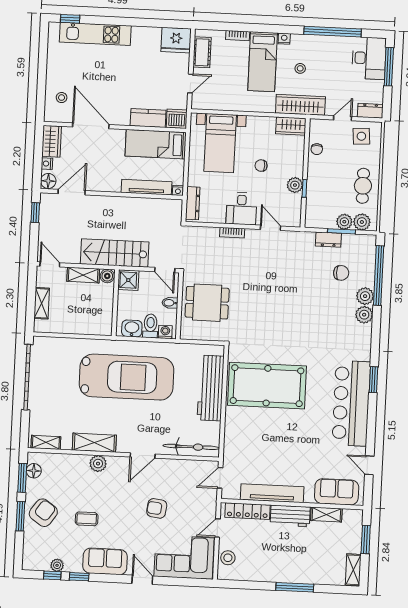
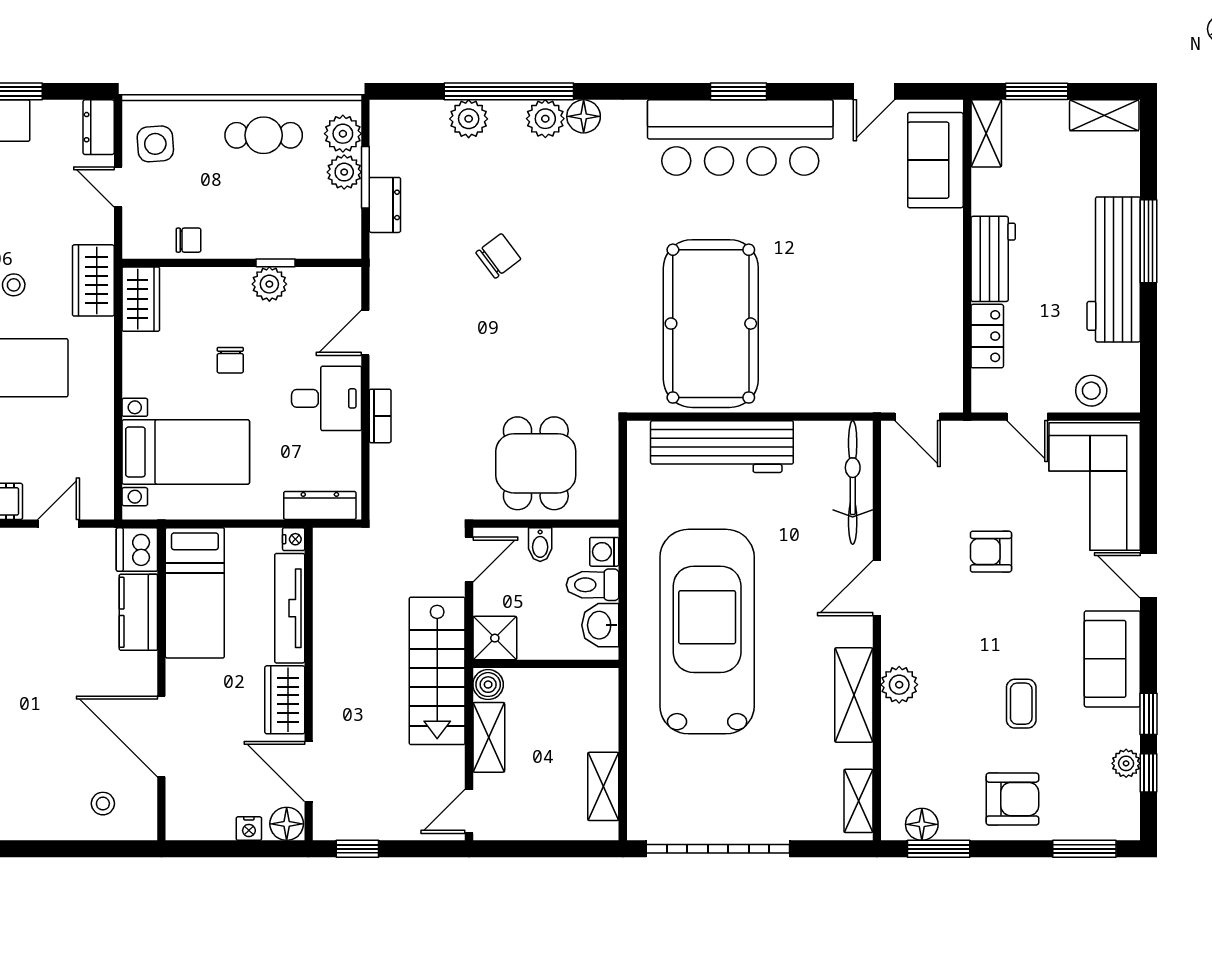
door: (190, 83) -> (58, 524), hinge flipped
wardrobe: (300, 105) -> (93, 280), width x0.67
door: (91, 126) -> (161, 737), hinge flipped
wardrobe: (52, 141) -> (285, 700), moved, turned -90
chair: (341, 273) -> (498, 256), moved, turned 53
window: (379, 276) -> (509, 91), moved
plant: (365, 296) -> (469, 119), moved
shelving: (42, 303) -> (603, 786), moved, turned 90
floor lamp: (364, 332) -> (584, 116), added
window: (374, 380) -> (738, 91), moved
door: (143, 455) -> (877, 588), swing flipped
tv unit: (272, 493) -> (945, 301), removed
armchair: (157, 508) -> (991, 552), turned 83
locker: (247, 511) -> (987, 336), width x0.66
armchair: (43, 513) -> (1012, 799), turned 145
shelving: (326, 515) -> (986, 133), moved
window: (20, 516) -> (1084, 849), moved
workbench: (283, 571) -> (1114, 269), added
door: (142, 580) -> (1149, 575), hinge flipped

